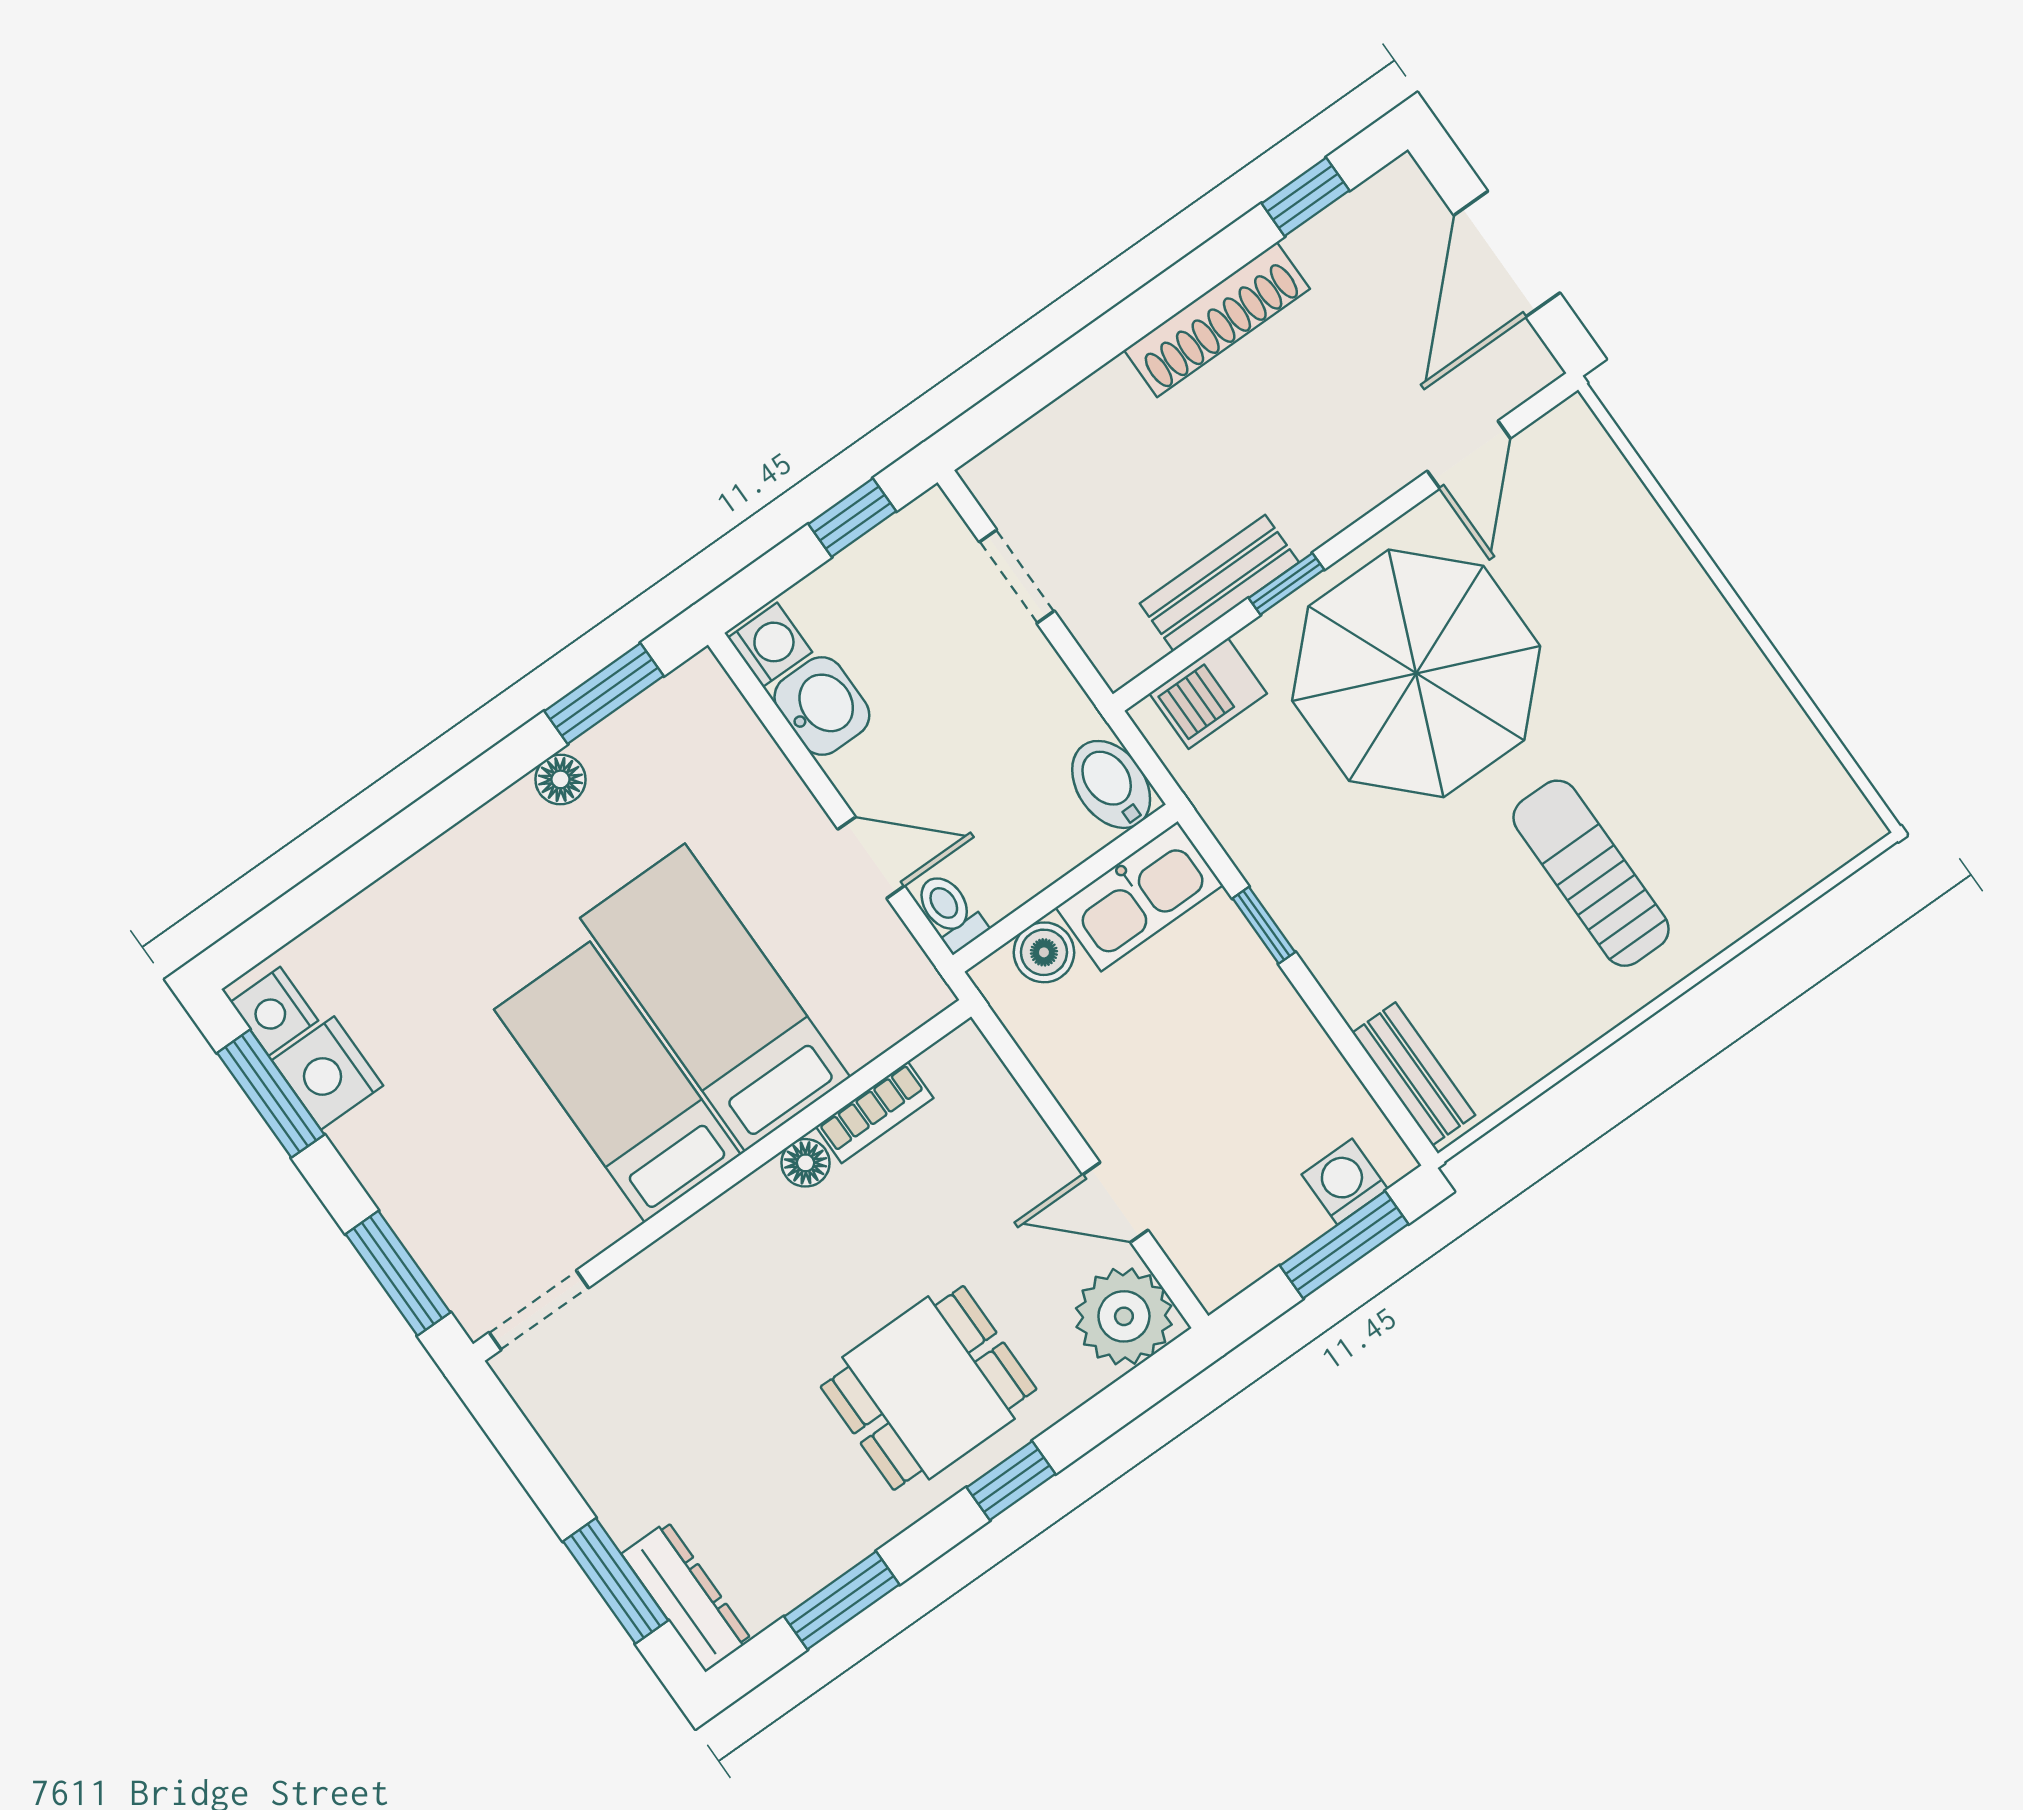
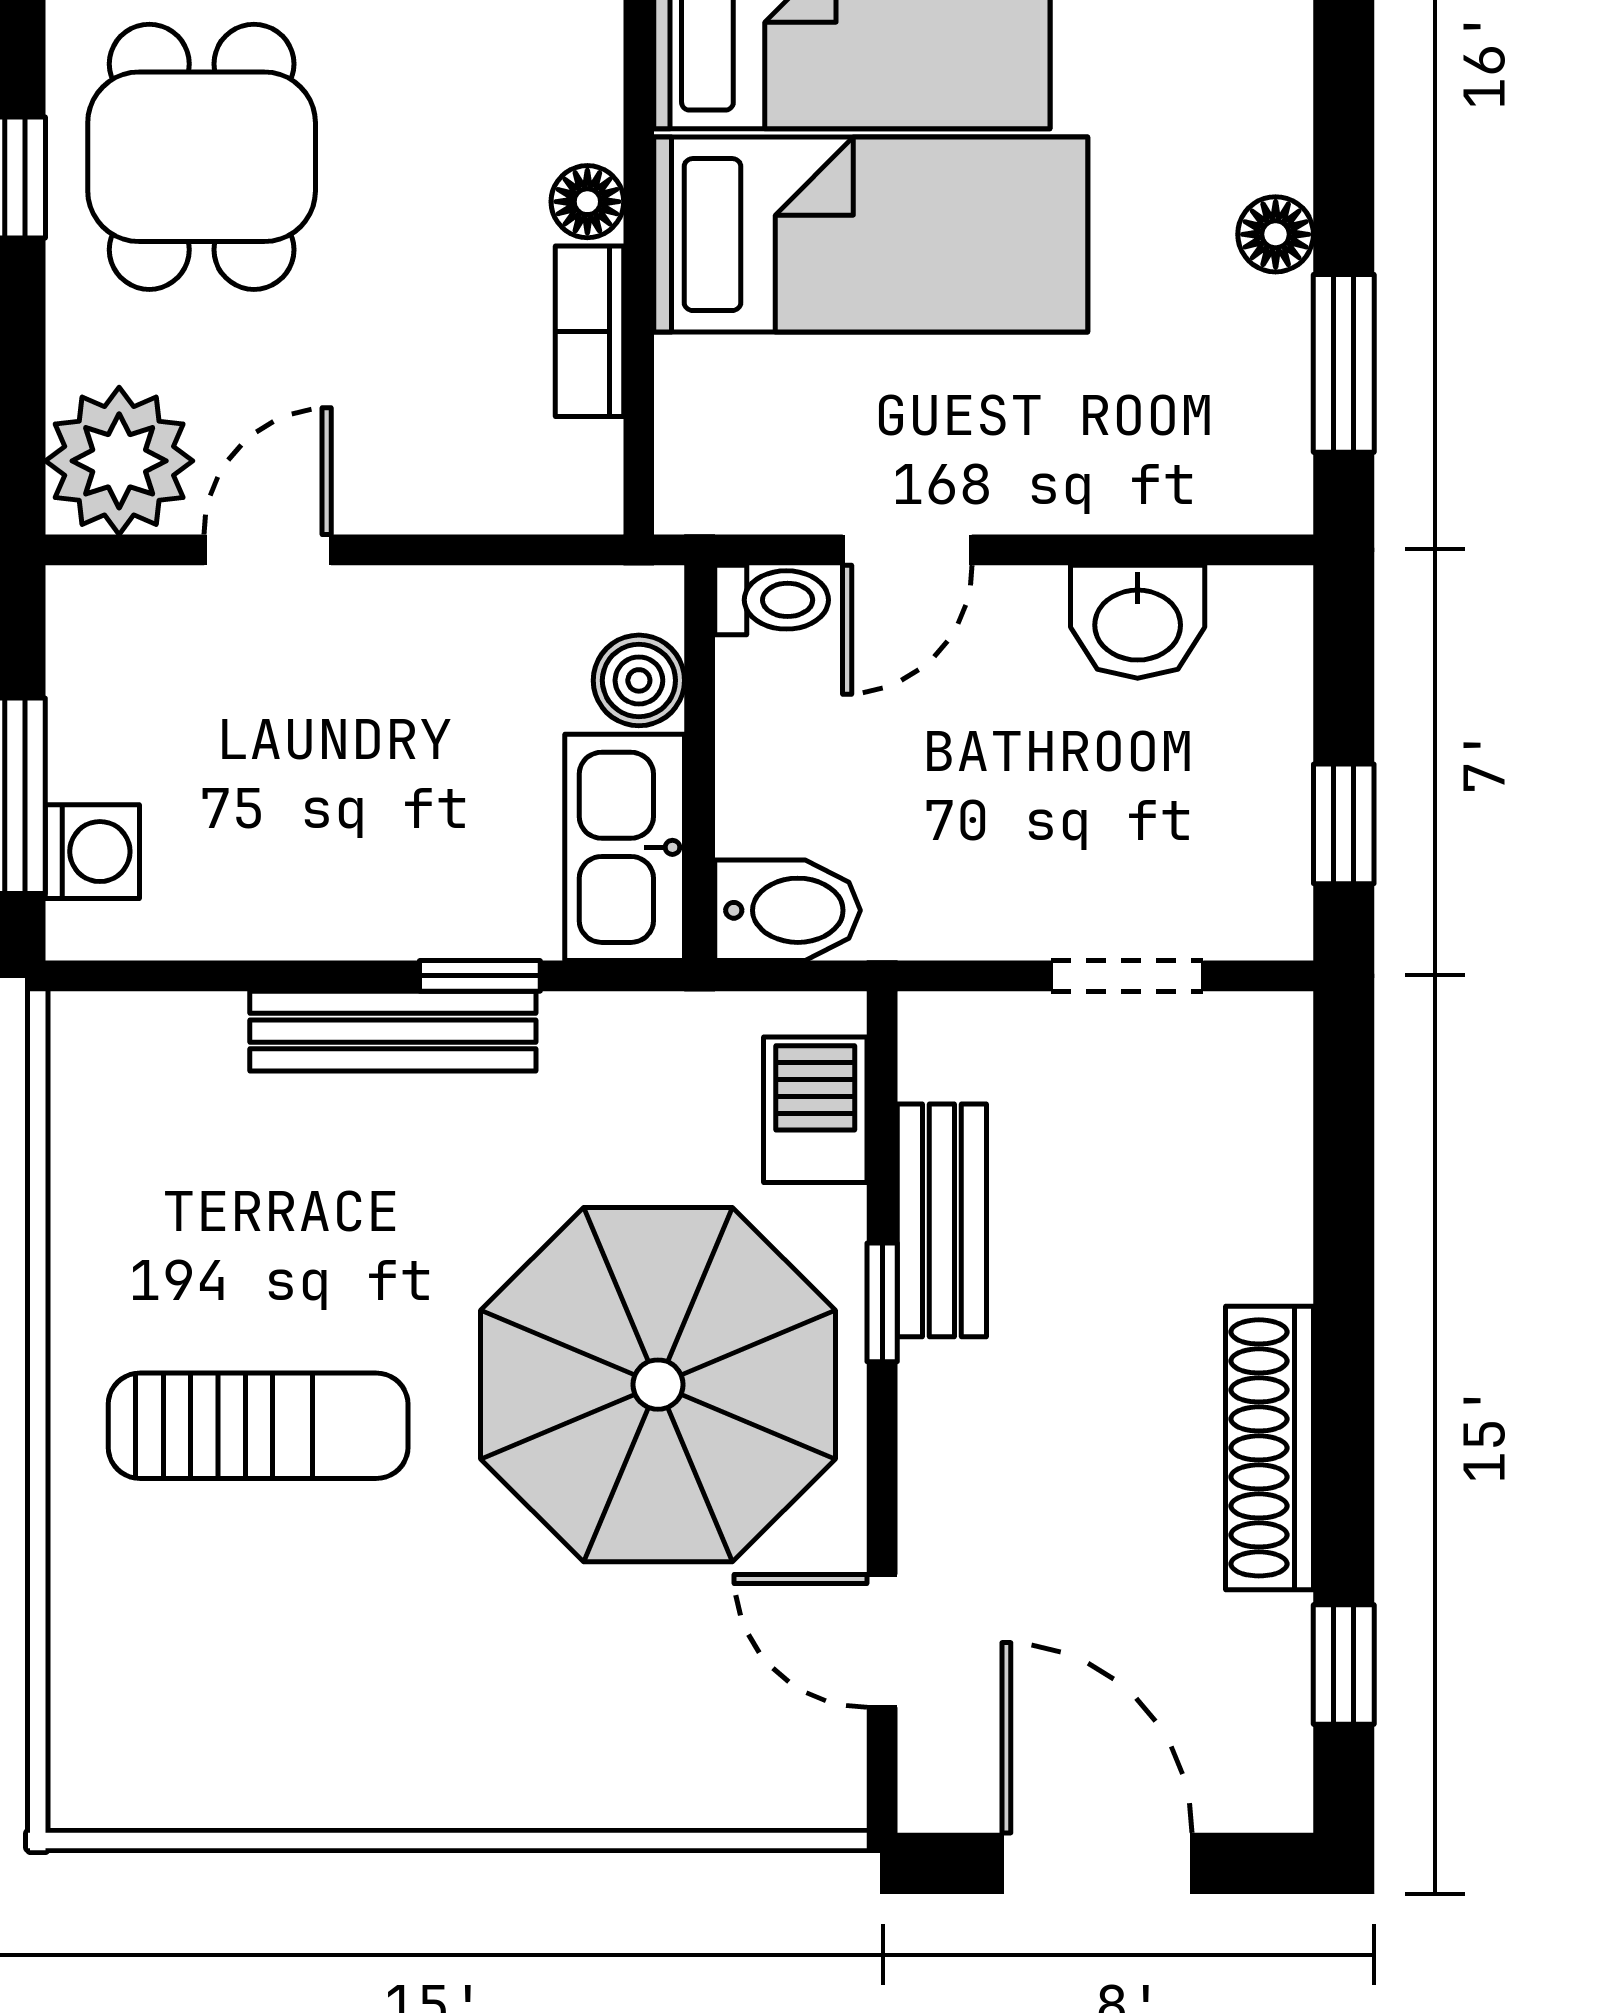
washing machine: (770, 645) -> (1259, 611), removed
bench: (1414, 1074) -> (393, 1031), moved, width x1.36

